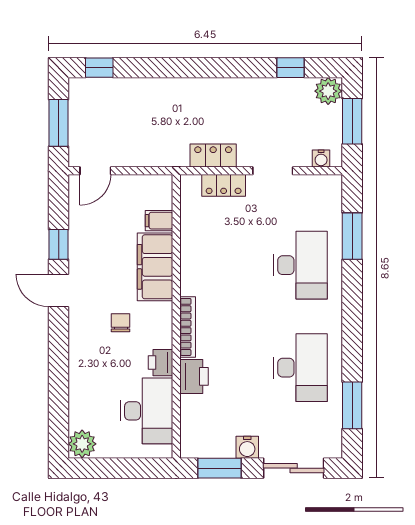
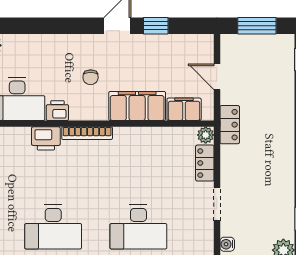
locker: (213, 156) -> (230, 125), moved
door: (95, 171) -> (217, 77), moved
plant: (190, 184) -> (206, 135), added
filing cabinet: (159, 221) -> (184, 109), width x2.00
chair: (121, 323) -> (91, 77), turned 90

